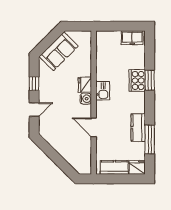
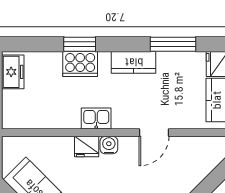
kitchen counter: (138, 128) -> (134, 62), moved

